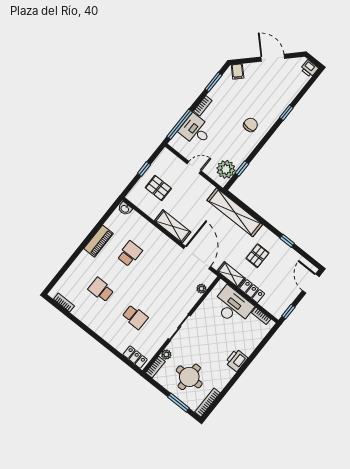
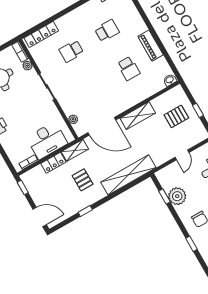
window: (286, 113) -> (192, 244), moved
plant: (226, 169) -> (177, 196), moved
locker: (135, 357) -> (41, 34), width x1.53

